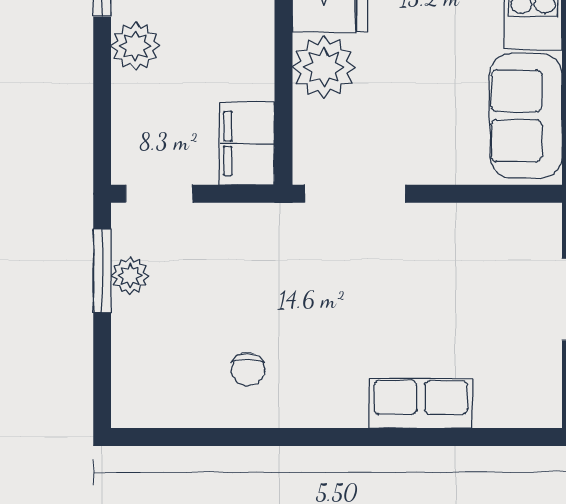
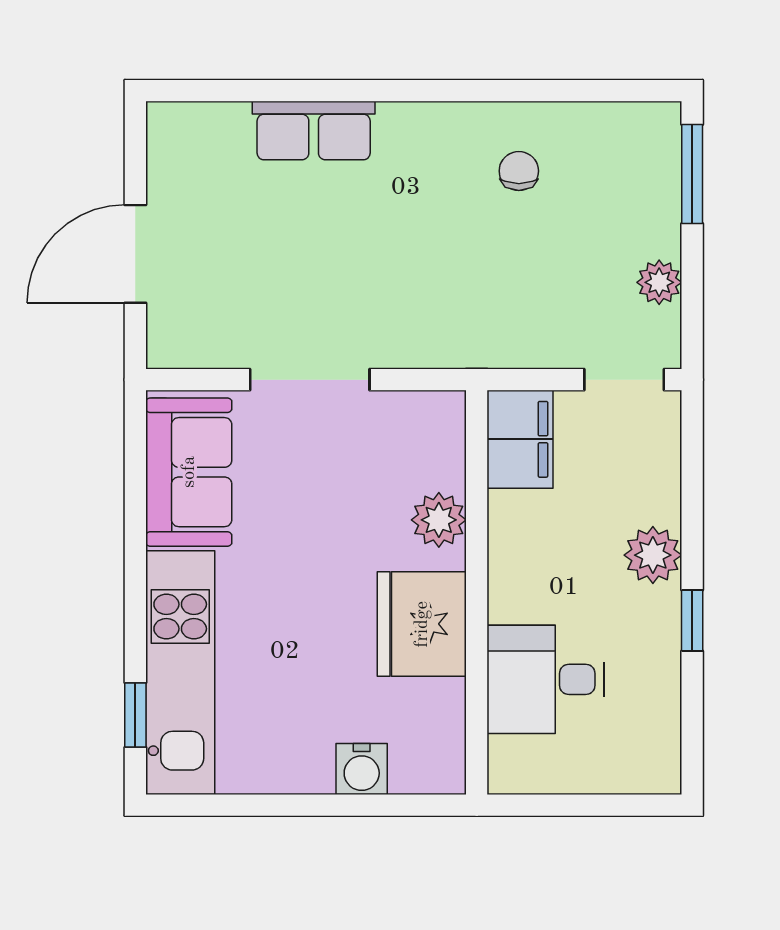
plant: (324, 67) -> (439, 520), width x0.73, depth x0.73
doorway: (355, 194) -> (310, 380), moved
window: (102, 271) -> (692, 174), moved

